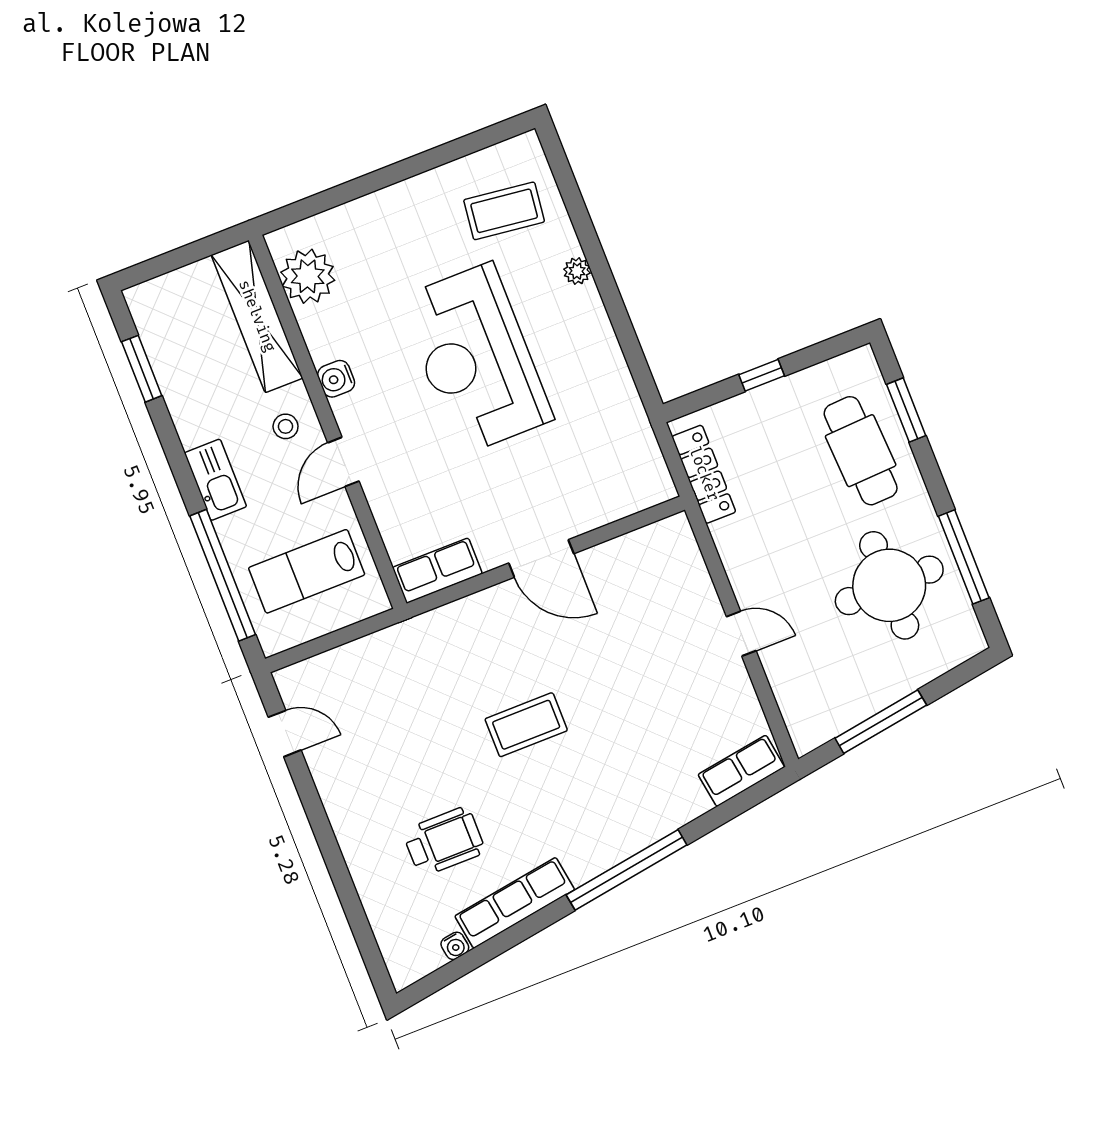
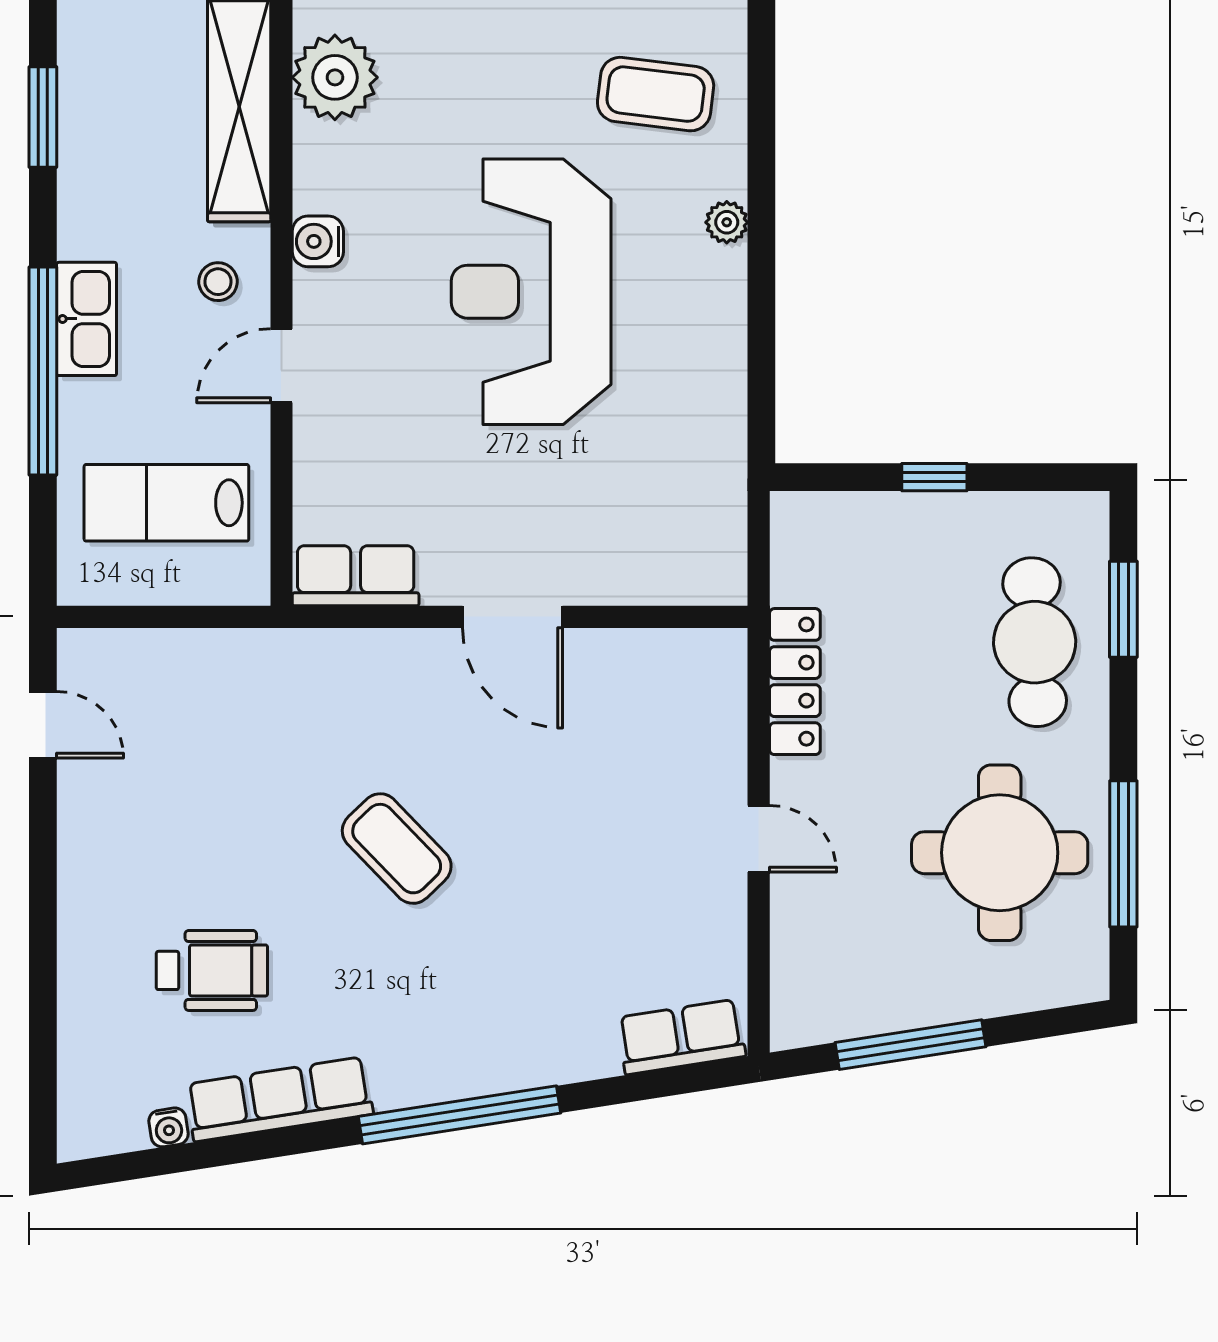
locker: (704, 474) -> (795, 682), moved
window: (223, 575) -> (43, 371), moved
coffee table: (526, 725) -> (397, 849), turned 46

